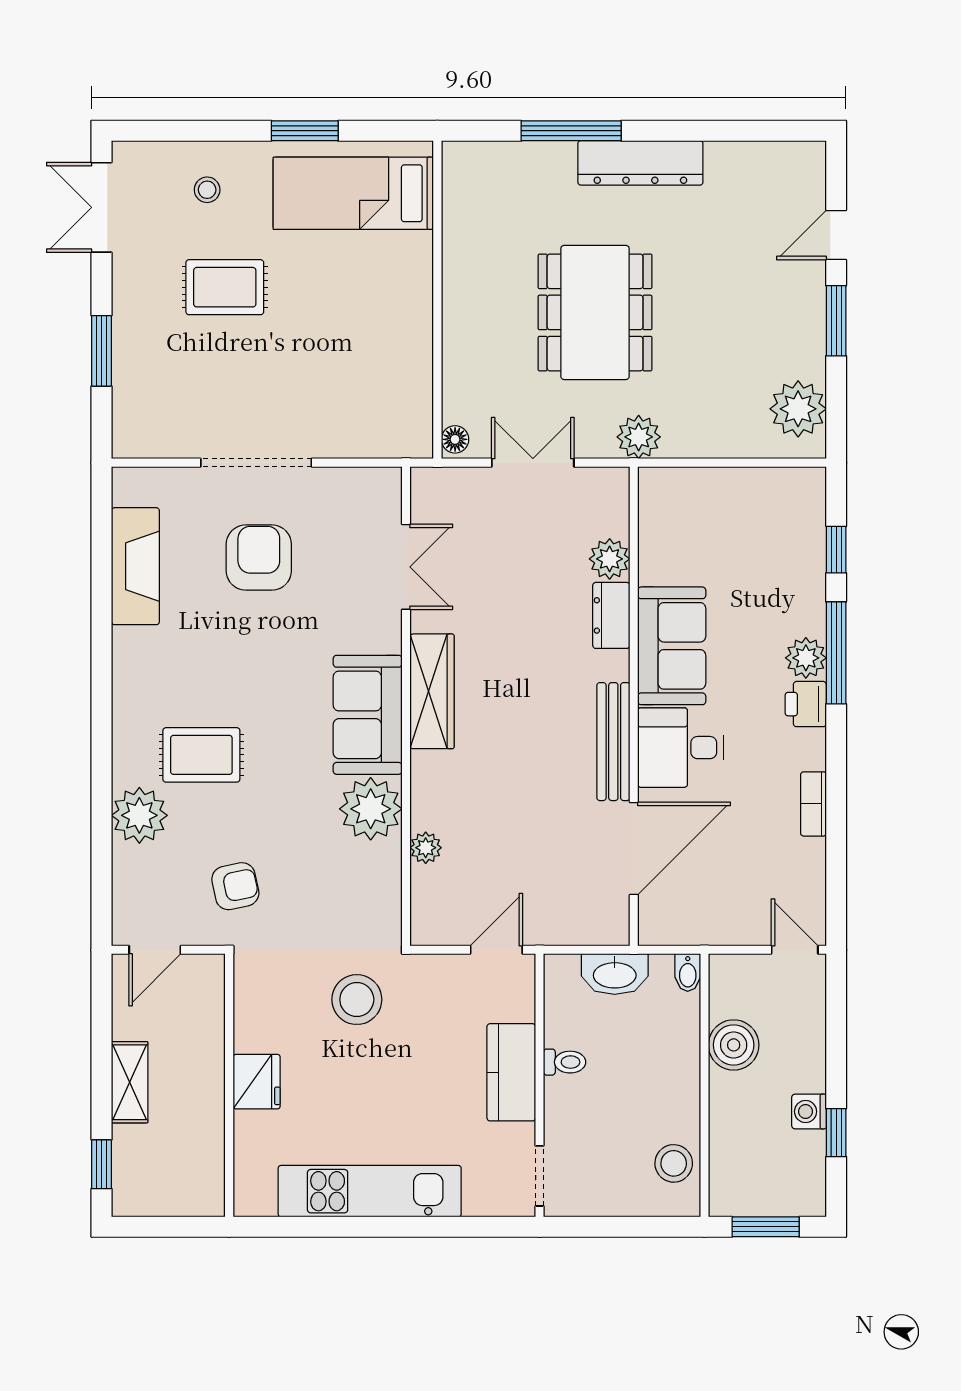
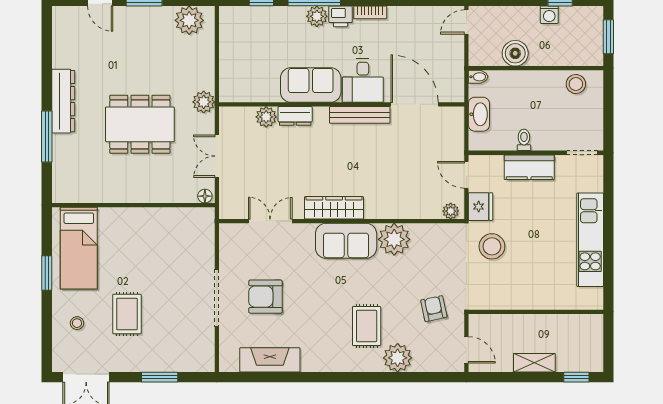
bookcase: (813, 804) -> (370, 12), moved
plant: (426, 848) -> (451, 211), moved
fridge: (257, 1082) -> (481, 207), moved, turned 90

